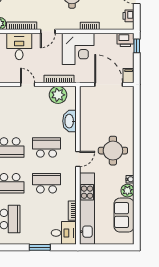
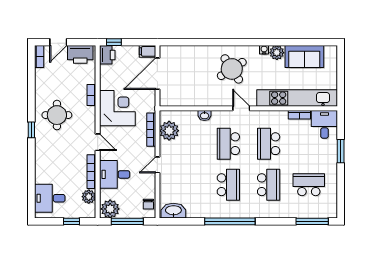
printer: (129, 16) -> (80, 54), width x1.87, depth x1.48
washbasin: (70, 121) -> (204, 115), width x0.52, depth x0.69
round table: (113, 151) -> (232, 69), turned -33

